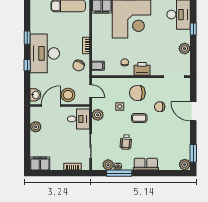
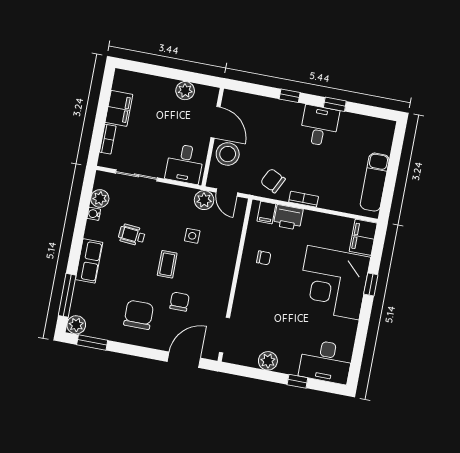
desk: (45, 53) -> (319, 126), width x0.53, depth x0.77
printer: (142, 69) -> (288, 217), moved, turned 90
door: (91, 91) -> (227, 192), hinge flipped
chair: (137, 93) -> (139, 315), moved
washbasin: (35, 95) -> (238, 100), removed
door: (193, 111) -> (184, 360), moved
plant: (98, 115) -> (204, 200), moved
filing cabinet: (40, 164) -> (119, 108), moved
window: (119, 173) -> (67, 295), moved

